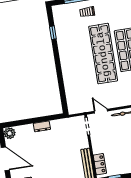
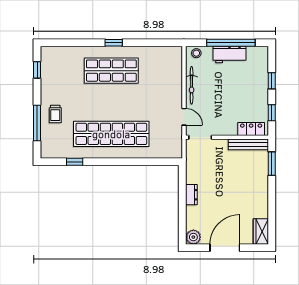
shop shelf: (103, 54) -> (111, 134), moved
door: (101, 111) -> (184, 117), swing flipped

